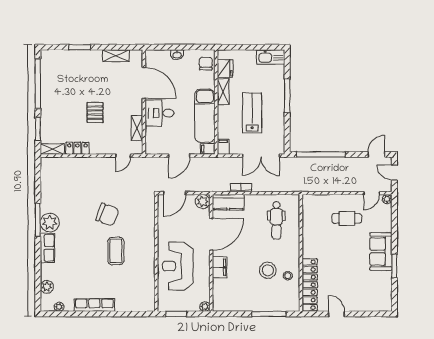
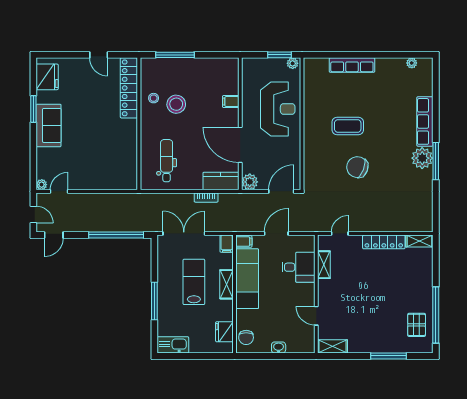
window: (80, 47) -> (388, 356), width x1.44
shelving: (116, 56) -> (333, 346), moved
door: (144, 83) -> (316, 316), width x0.53
shelving: (223, 92) -> (227, 284), moved
pallet: (95, 113) -> (417, 325), moved
desk: (159, 113) -> (298, 267), moved
lab bench: (252, 113) -> (194, 282), turned 180
window: (38, 129) -> (436, 264), removed
locker: (77, 148) -> (384, 242), width x1.53
cafe table: (347, 218) -> (87, 163), removed
door: (211, 234) -> (240, 145), hinge flipped
row of seats: (47, 248) -> (425, 121), width x1.48
coffee table: (116, 251) -> (348, 126), turned 90
filing cabinet: (220, 267) -> (231, 102), width x0.50
plant: (47, 287) -> (426, 86), removed
fridge: (382, 295) -> (47, 77), added
row of seats: (94, 305) -> (352, 65), moved
plant: (205, 307) -> (293, 63), moved

